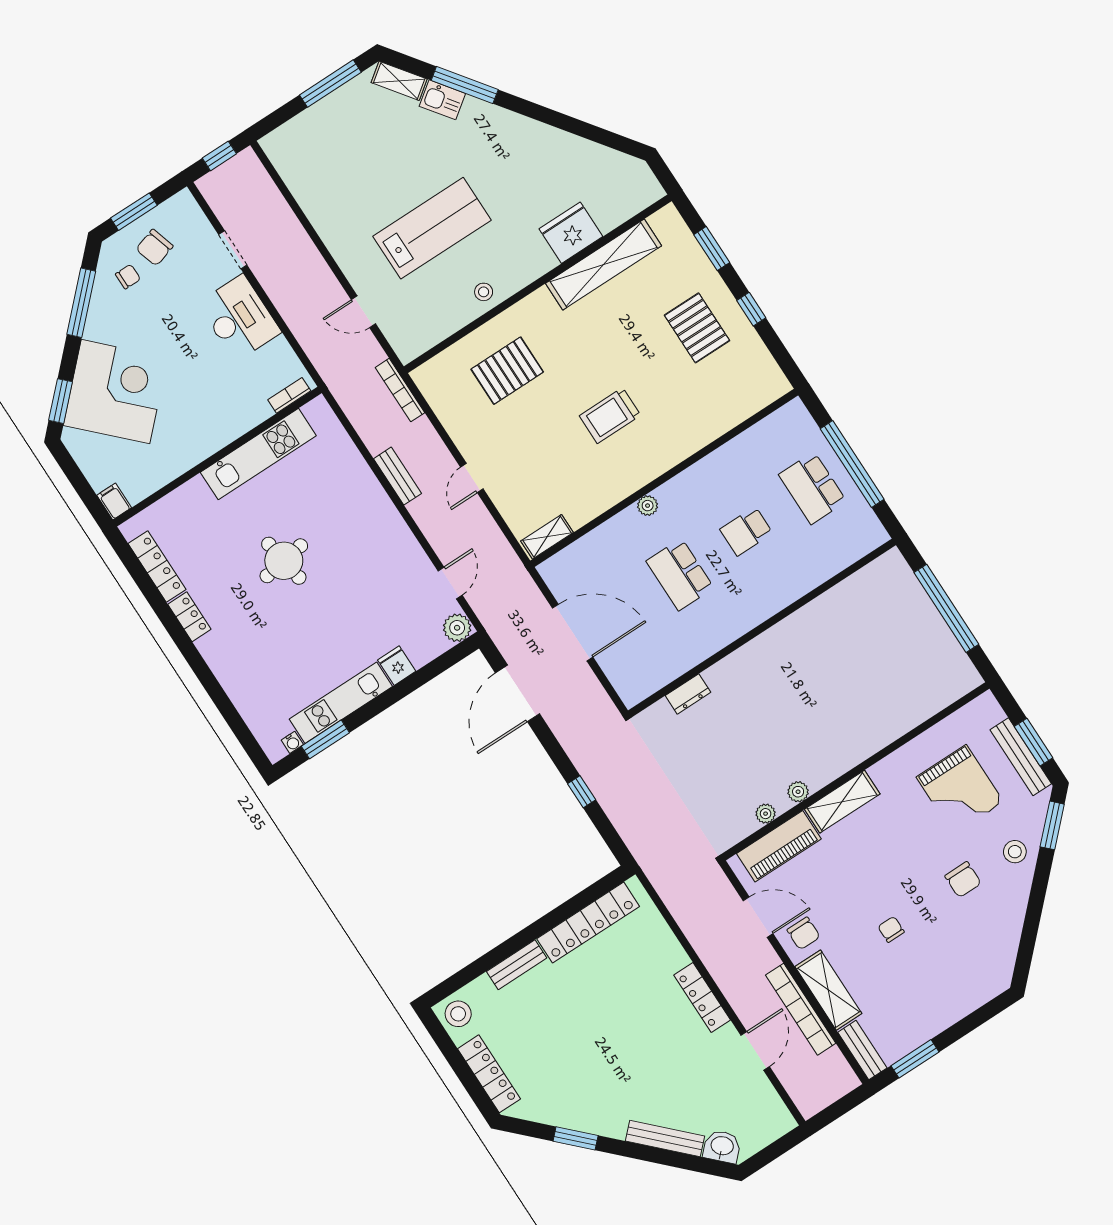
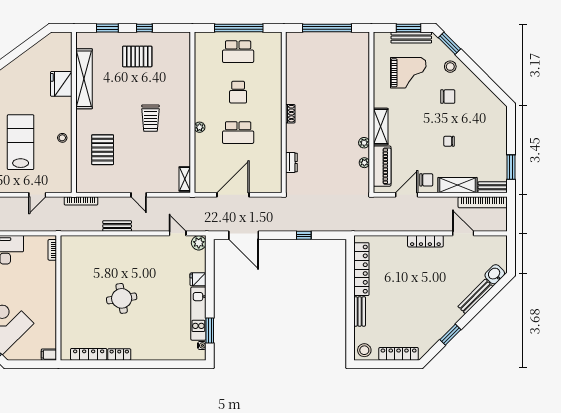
kitchen unit: (258, 454) -> (69, 280), removed
shoe rack: (767, 640) -> (290, 114), added
bookcase: (801, 1009) -> (483, 202), moved

